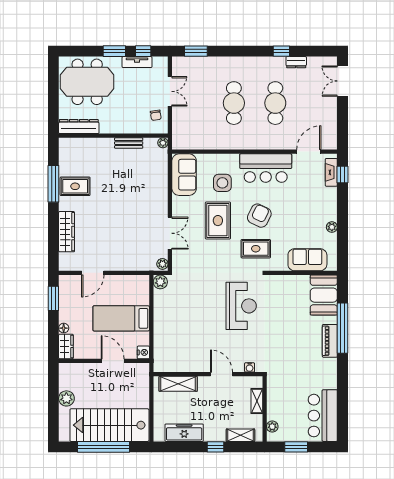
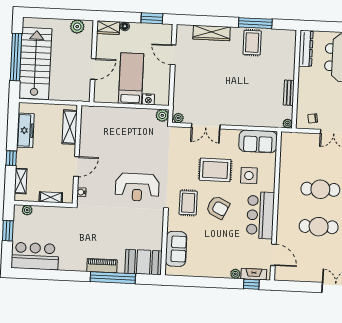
plant: (332, 227) -> (235, 274), moved
nightstand: (143, 352) -> (148, 99), moved
plant: (66, 398) -> (77, 27), moved

